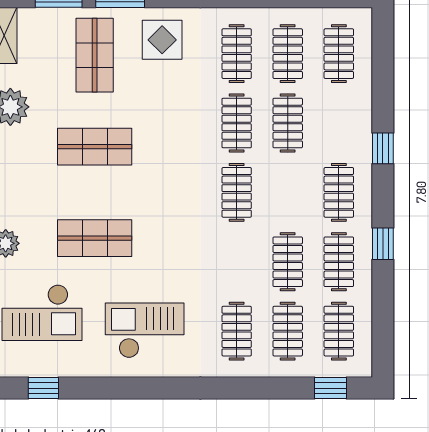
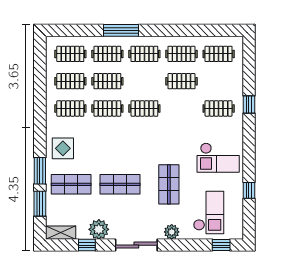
shop shelf: (95, 147) -> (120, 184), turned 90
window: (383, 148) -> (121, 30), width x2.17
window: (383, 244) -> (172, 30), removed
checkout: (145, 330) -> (218, 158), turned -90
clothes rail: (288, 331) -> (107, 54), moved
window: (43, 388) -> (249, 190), moved
window: (331, 388) -> (249, 105), moved

